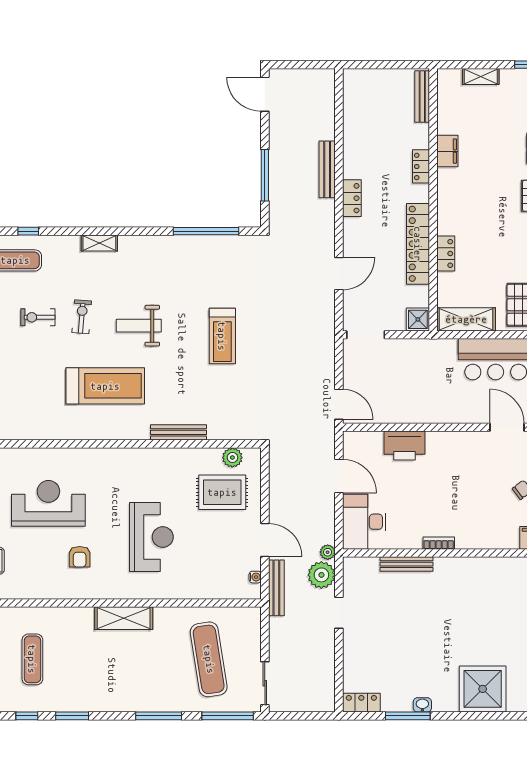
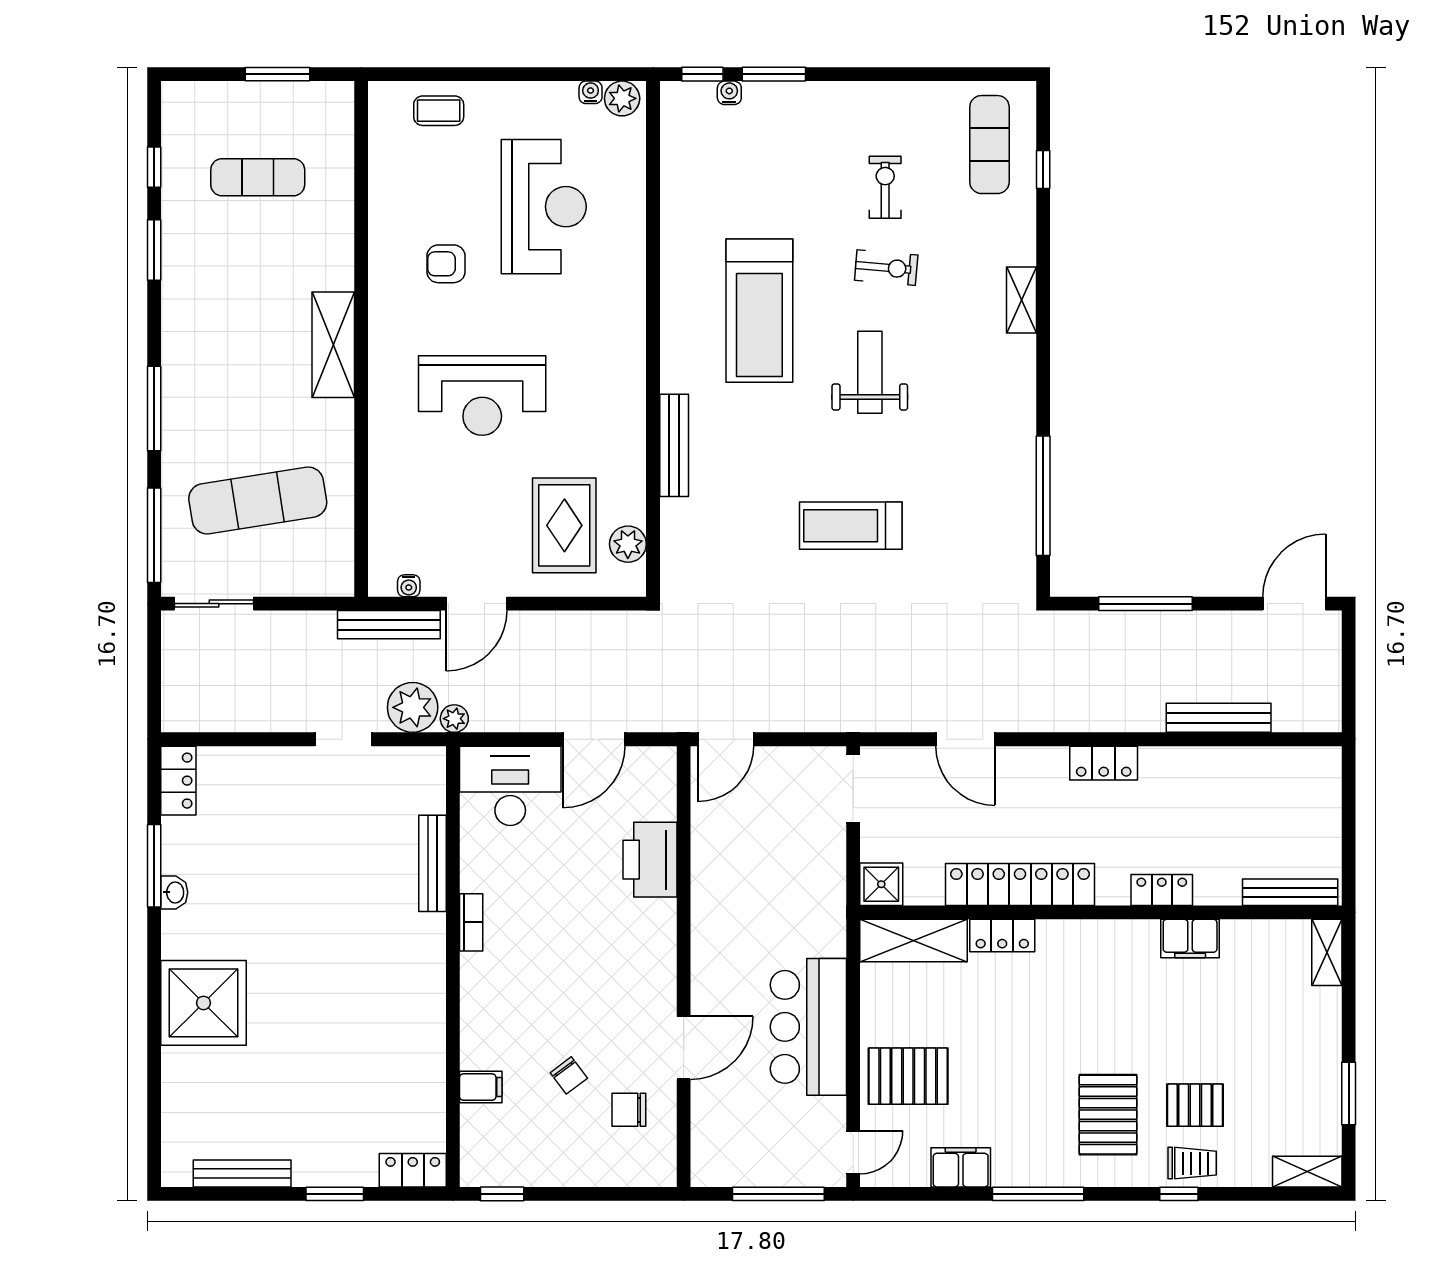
shelving: (481, 76) -> (1327, 952), moved
bench: (327, 169) -> (1219, 718), moved
shelving: (466, 319) -> (914, 941), moved, turned 90

